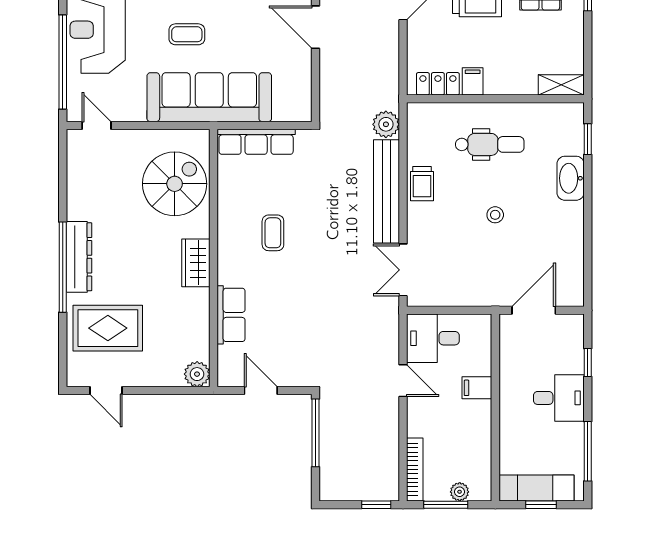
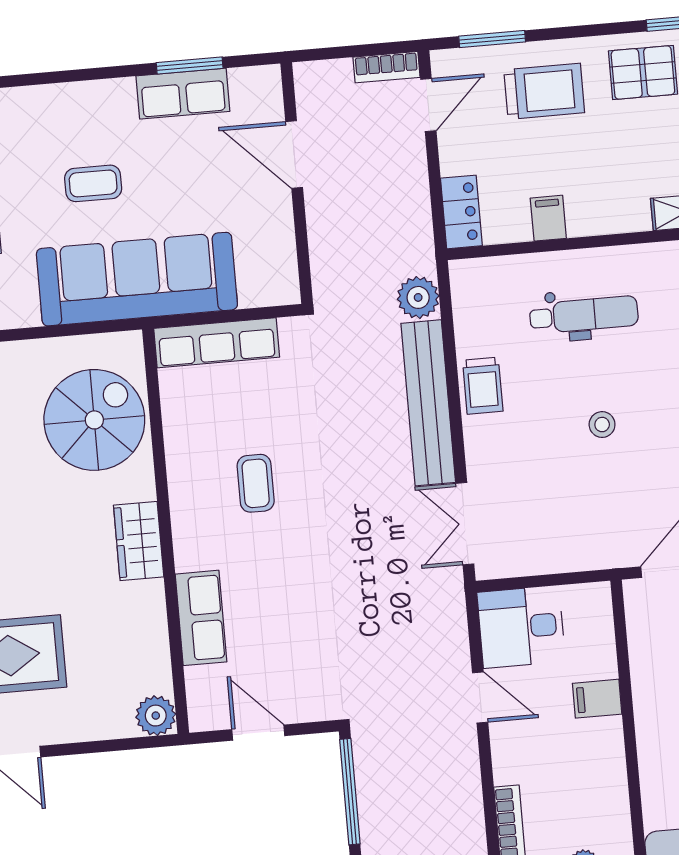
locker: (438, 84) -> (461, 212), moved, turned 90

